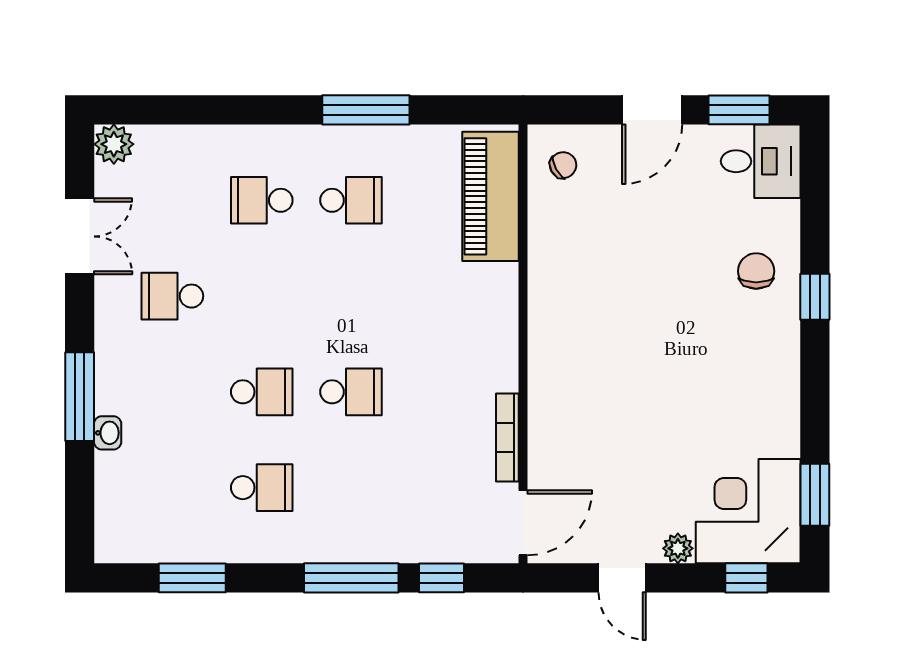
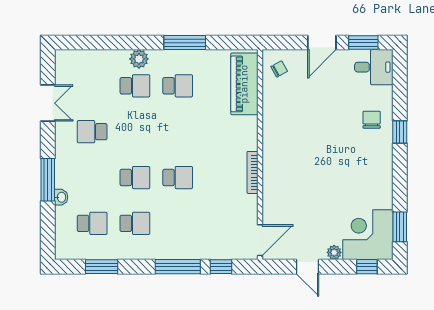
plant: (114, 144) -> (139, 59), moved
school desk: (262, 200) -> (135, 86), turned 180
bookcase: (507, 438) -> (253, 172), moved
school desk: (172, 488) -> (92, 223), added

